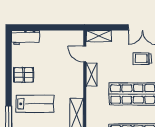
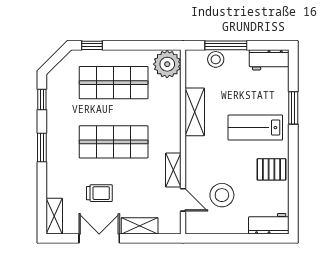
shelving: (99, 36) -> (140, 226), moved
stool: (58, 57) -> (222, 195), added

